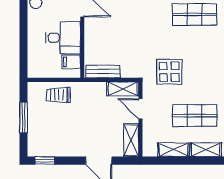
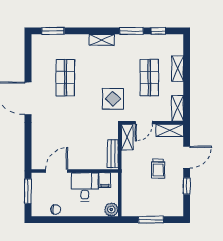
plant: (36, 70) -> (111, 210), added
trolley: (58, 95) -> (158, 169), moved
shelving: (173, 150) -> (178, 108), moved
window: (45, 161) -> (187, 186), moved

